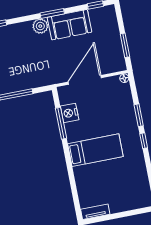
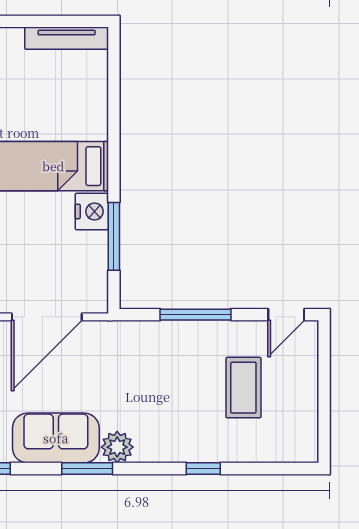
nightstand: (70, 113) -> (92, 211), moved
tv unit: (95, 212) -> (67, 38), width x1.41

